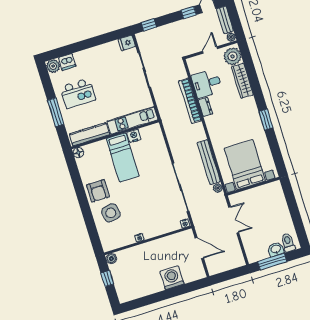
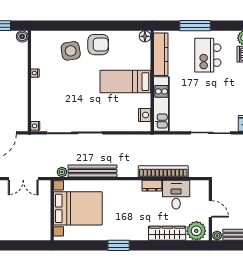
nightstand: (134, 136) -> (145, 115), moved
armchair: (98, 191) -> (98, 45), turned 180

